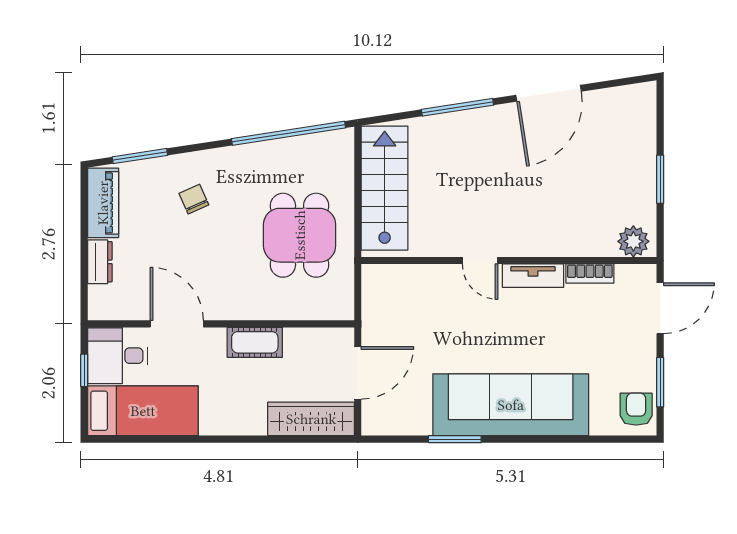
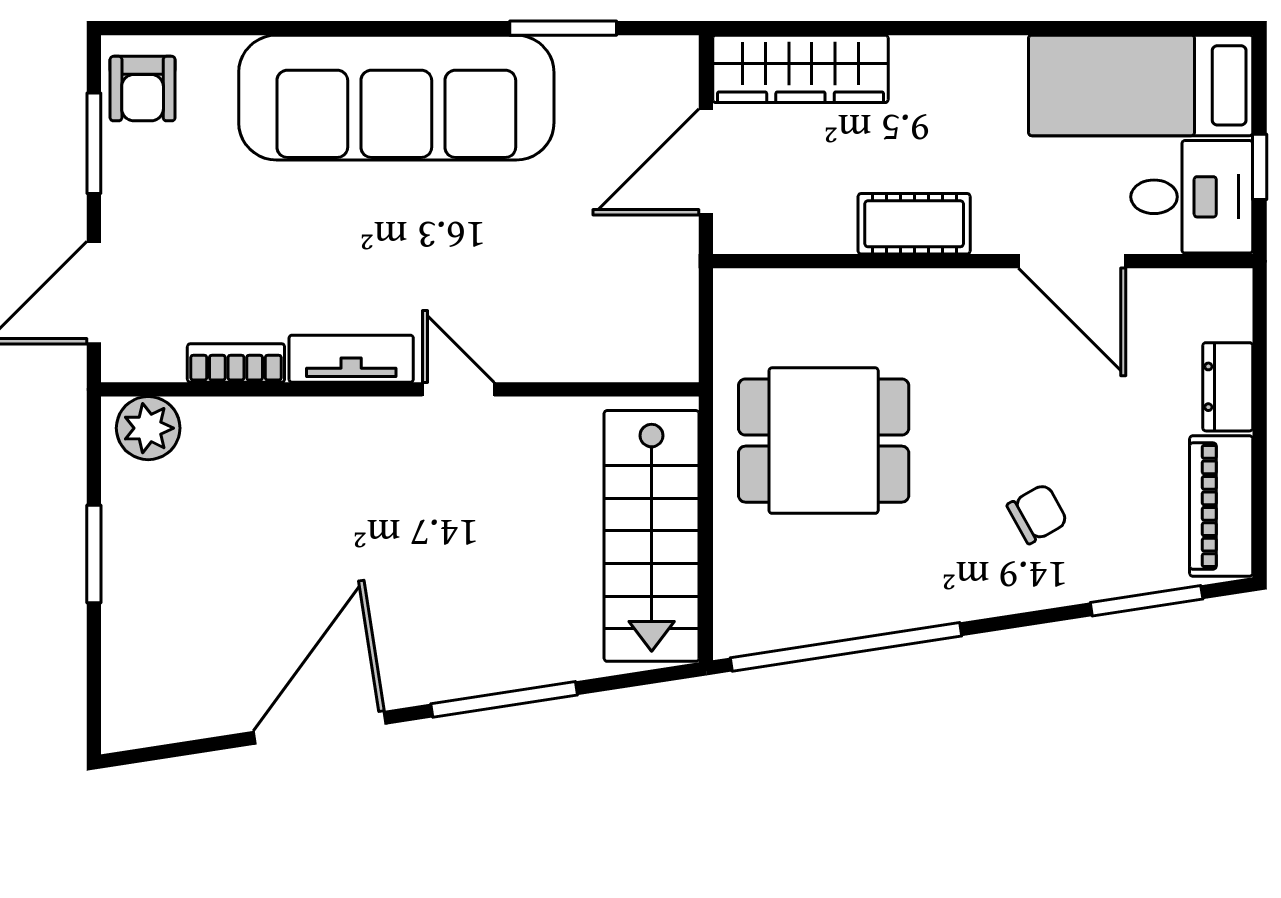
chair: (194, 199) -> (1037, 514), turned -95
dining table: (300, 235) -> (824, 441), turned 90
window: (455, 439) -> (563, 28), moved

